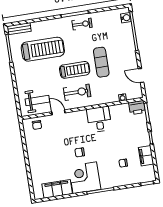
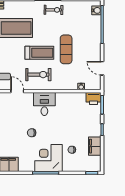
desk: (99, 119) -> (44, 104), moved
corner desk: (85, 178) -> (48, 158), moved

